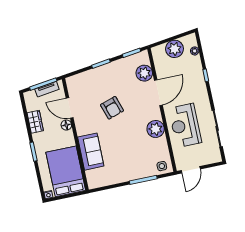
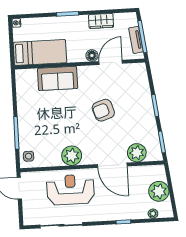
bed: (66, 171) -> (40, 52), width x0.67

